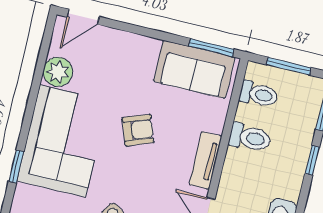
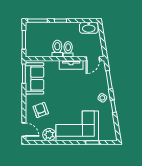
toilet: (259, 94) -> (68, 49), moved
armchair: (138, 130) -> (41, 110), moved

